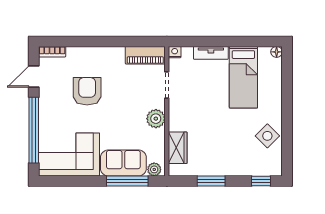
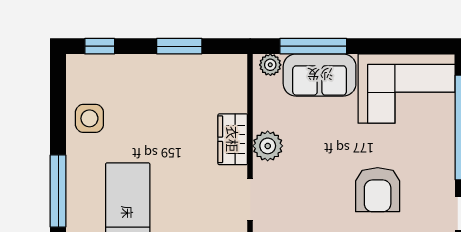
window: (287, 90) -> (58, 191), added
side table: (267, 136) -> (89, 118), turned 45
wardrobe: (178, 148) -> (233, 139), moved

